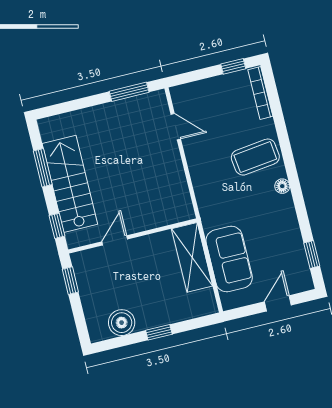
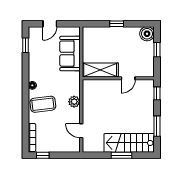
window: (129, 92) -> (121, 155), moved
plant: (201, 175) -> (74, 102), added
stairs: (70, 184) -> (129, 143), moved, turned 90
shelving: (192, 257) -> (100, 70), moved, turned 90
window: (70, 281) -> (157, 50), moved
boiler: (122, 323) -> (147, 34), moved

